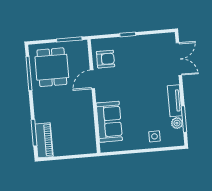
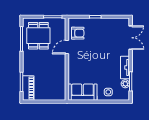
sofa: (109, 122) -> (83, 92), moved, turned -90

